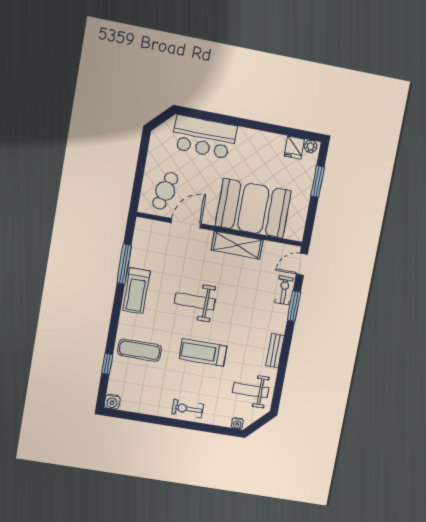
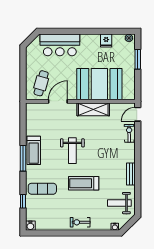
fridge: (294, 147) -> (106, 41), moved
window: (124, 264) -> (23, 158), moved
weight bench: (195, 301) -> (72, 151), turned -90
window: (294, 306) -> (138, 143), removed

